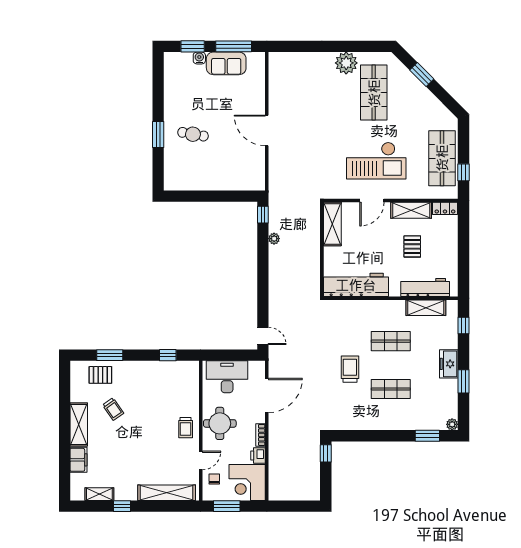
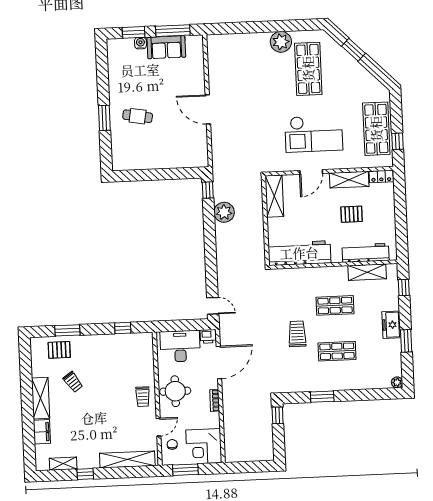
plant: (274, 239) -> (224, 212), width x1.87, depth x1.87
pallet: (412, 246) -> (352, 214), turned 90
window: (427, 436) -> (322, 397), moved
printer: (258, 456) -> (208, 336), moved, turned -90

